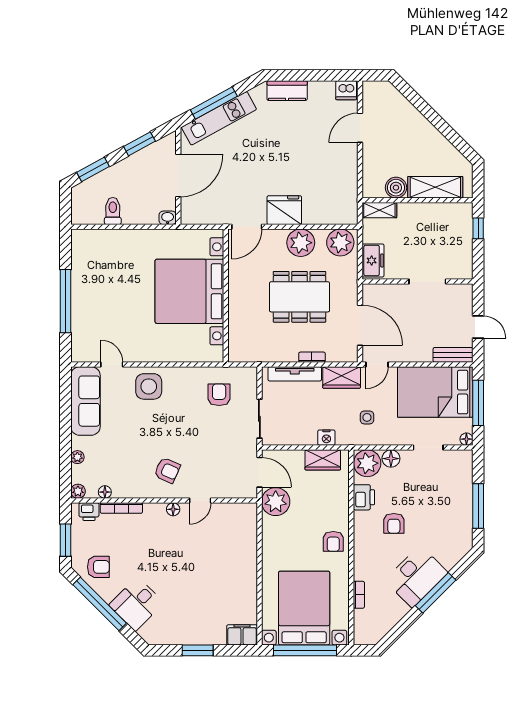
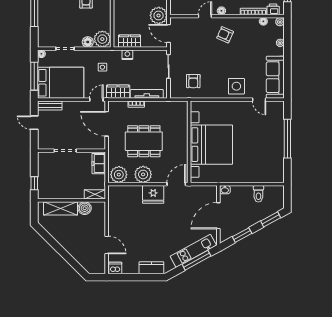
door: (360, 128) -> (107, 245), hinge flipped
printer: (364, 497) -> (104, 18), removed

